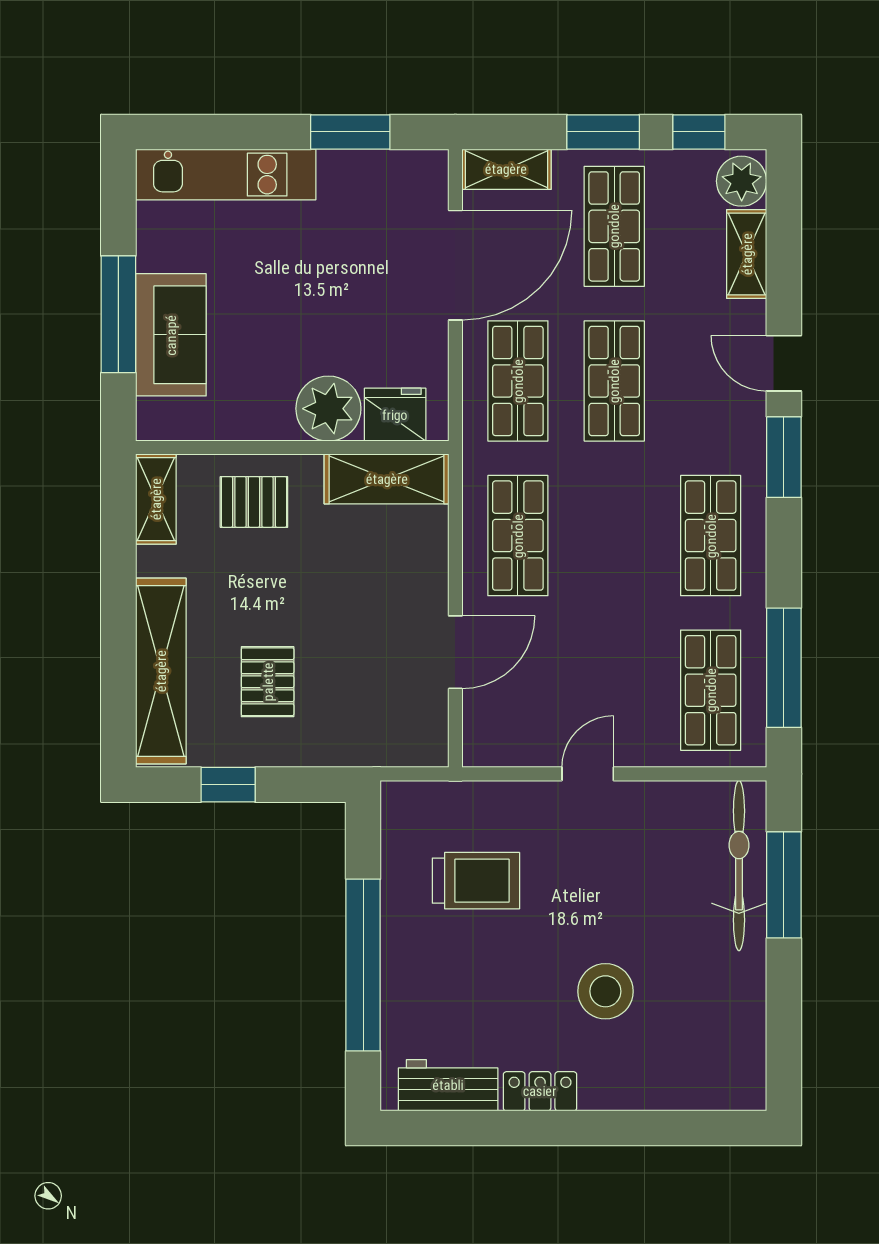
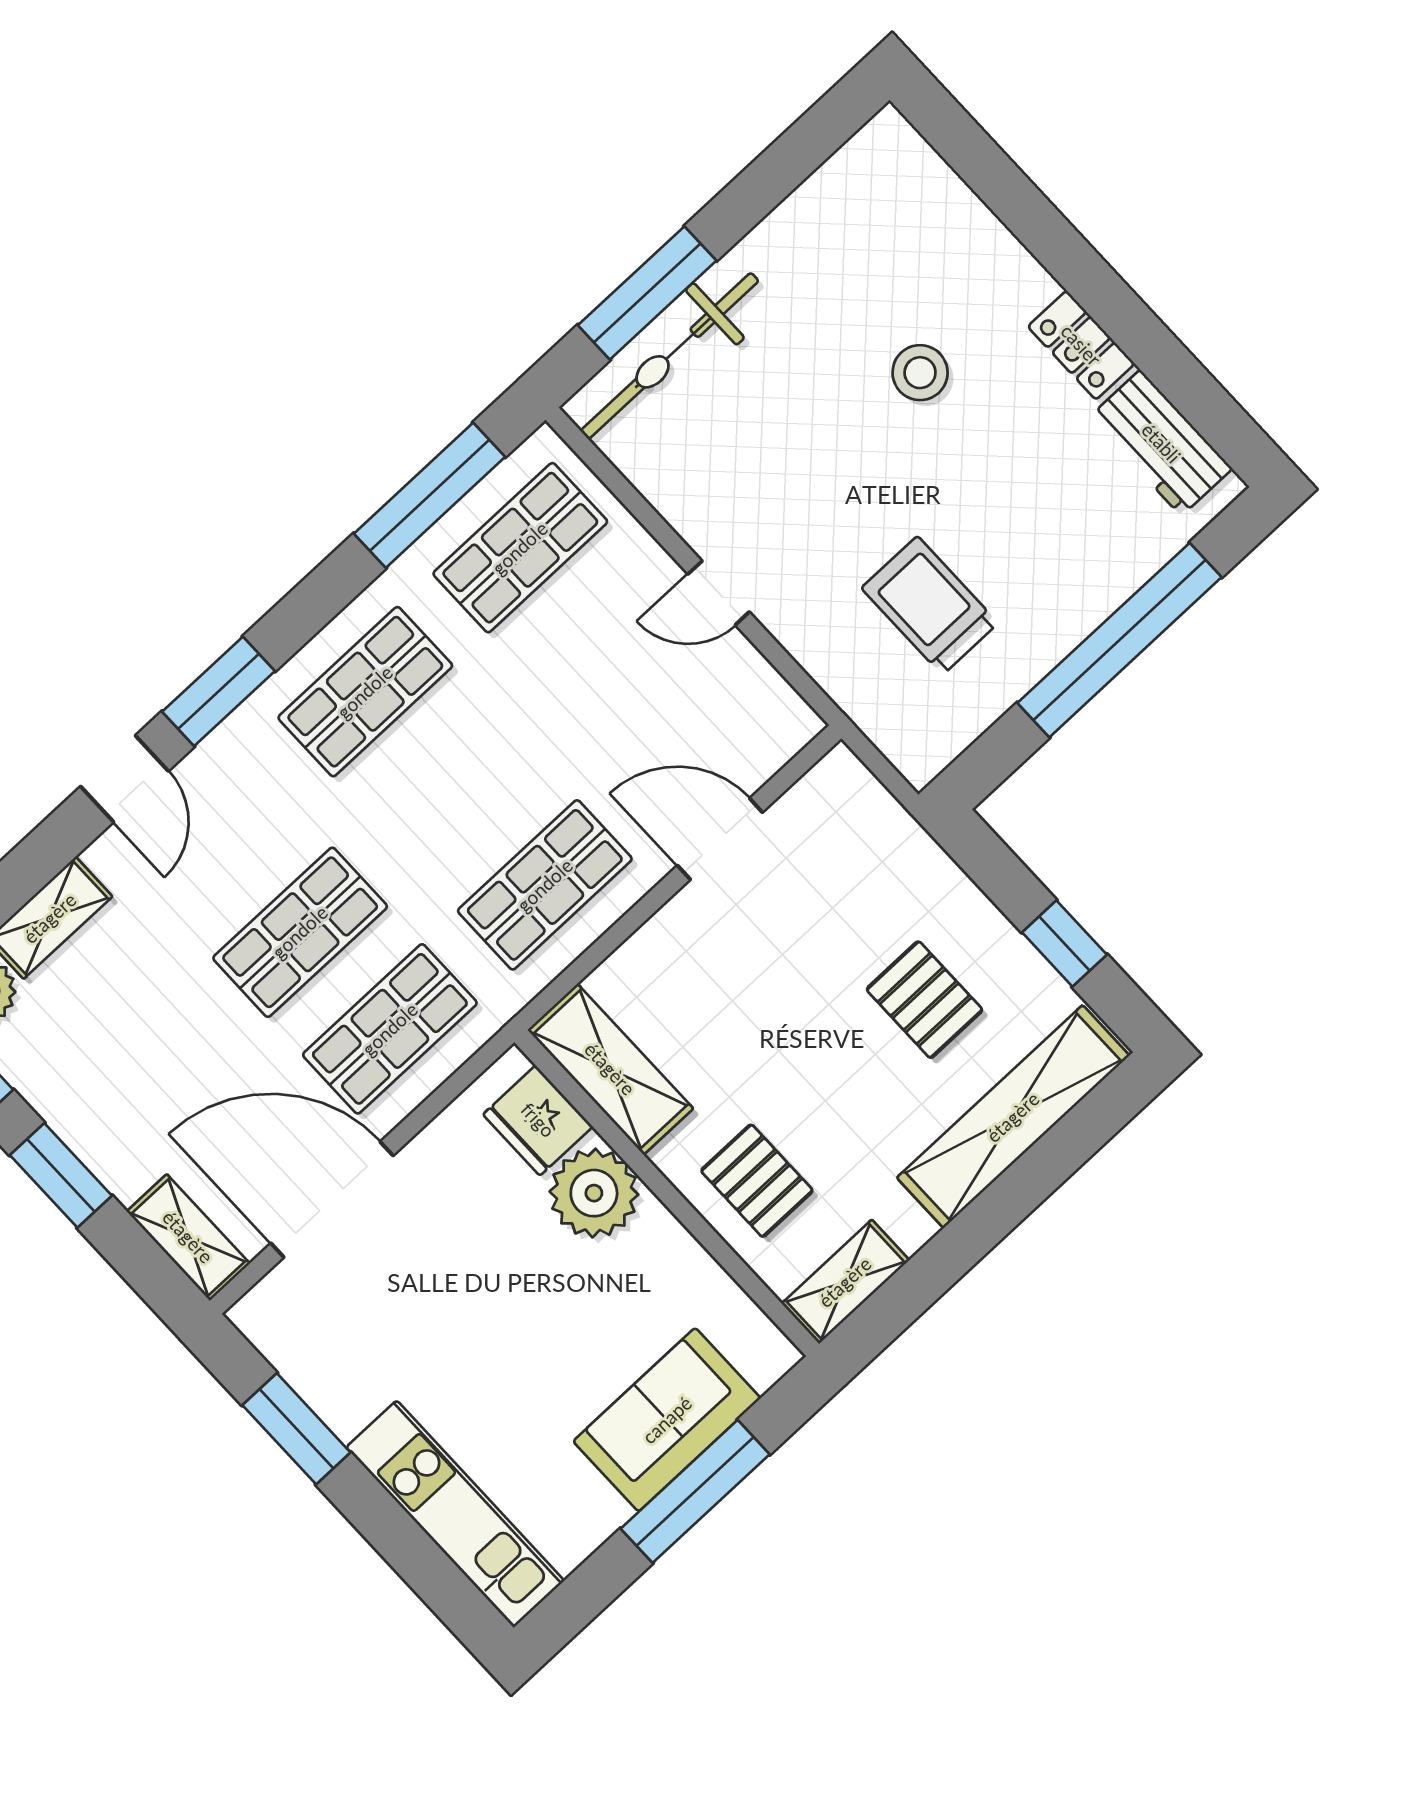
shop shelf: (614, 226) -> (145, 1076), removed
pallet: (268, 682) -> (925, 1000), turned 90
stool: (605, 991) -> (920, 373), width x0.73, depth x0.73

